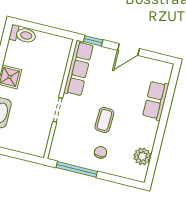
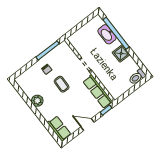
door: (128, 49) -> (88, 124), hinge flipped
row of seats: (156, 100) -> (59, 128), moved
plant: (142, 156) -> (37, 101), moved

